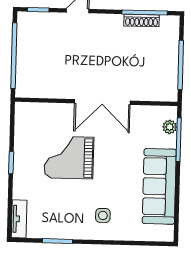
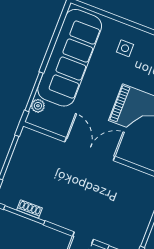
shoe rack: (142, 21) -> (29, 209), width x0.70
sofa: (159, 186) -> (70, 58), width x1.36, depth x1.27

